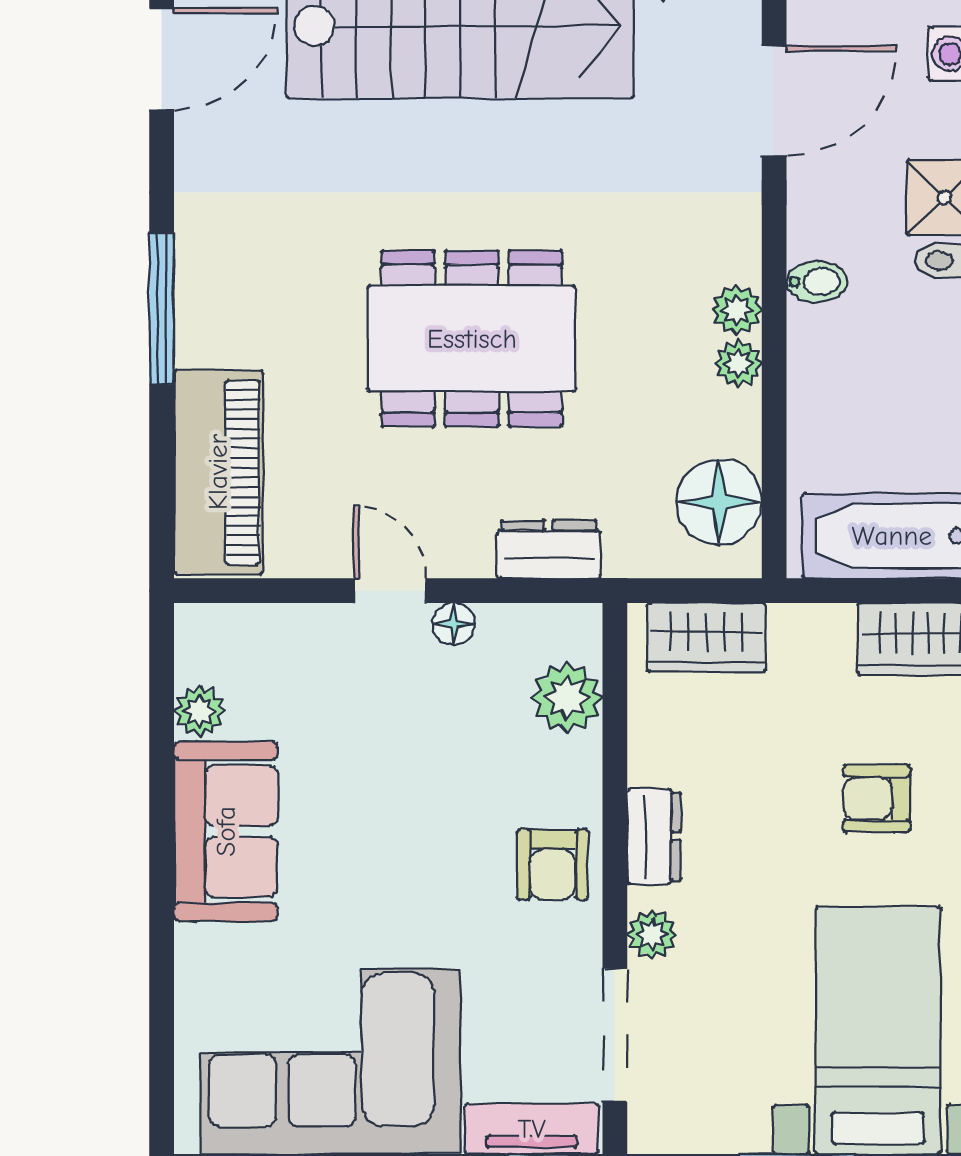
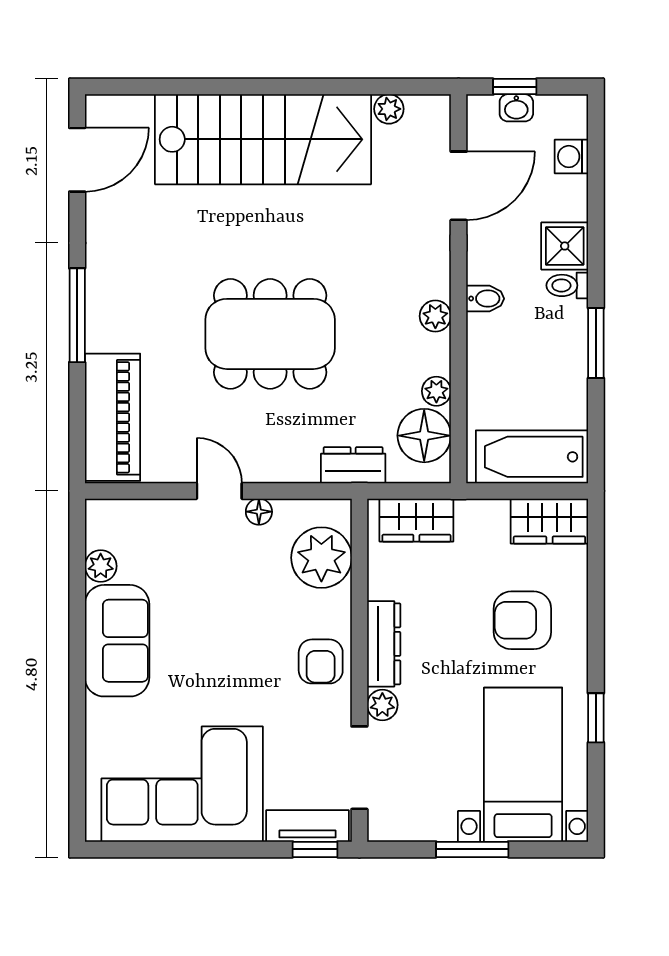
plant: (739, 363) -> (436, 391), moved
dresser: (549, 549) -> (353, 465), moved
plant: (567, 698) -> (321, 558), width x1.36, depth x1.36
armchair: (877, 798) -> (522, 620), width x1.38, depth x1.38
dresser: (654, 836) -> (384, 644), width x1.44

